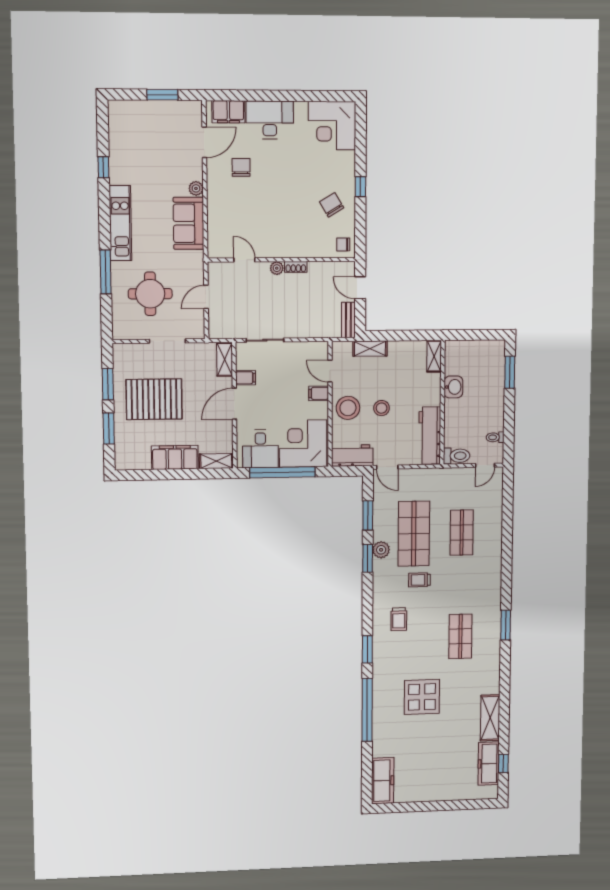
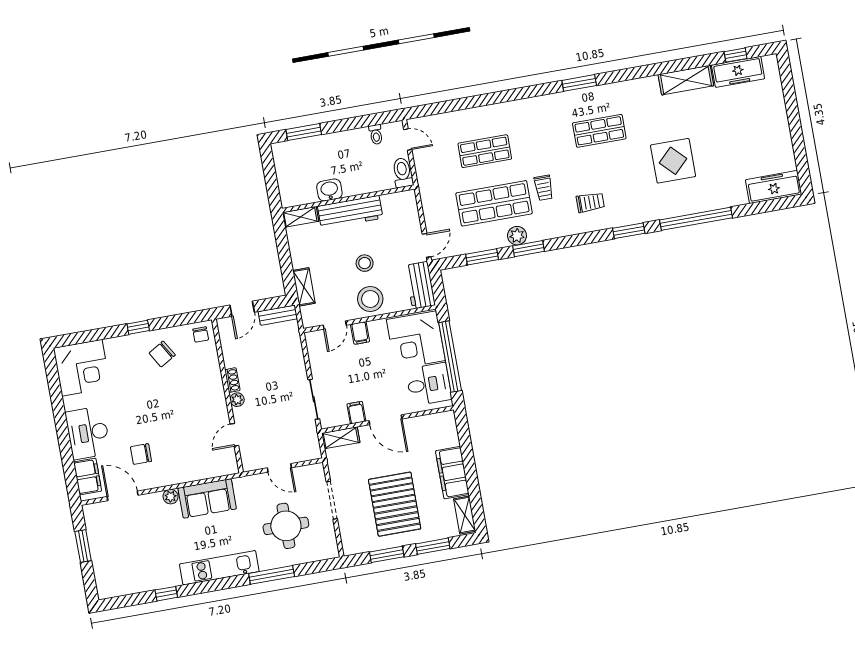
workbench: (430, 436) -> (350, 212), moved
shelving: (216, 461) -> (465, 515), moved

